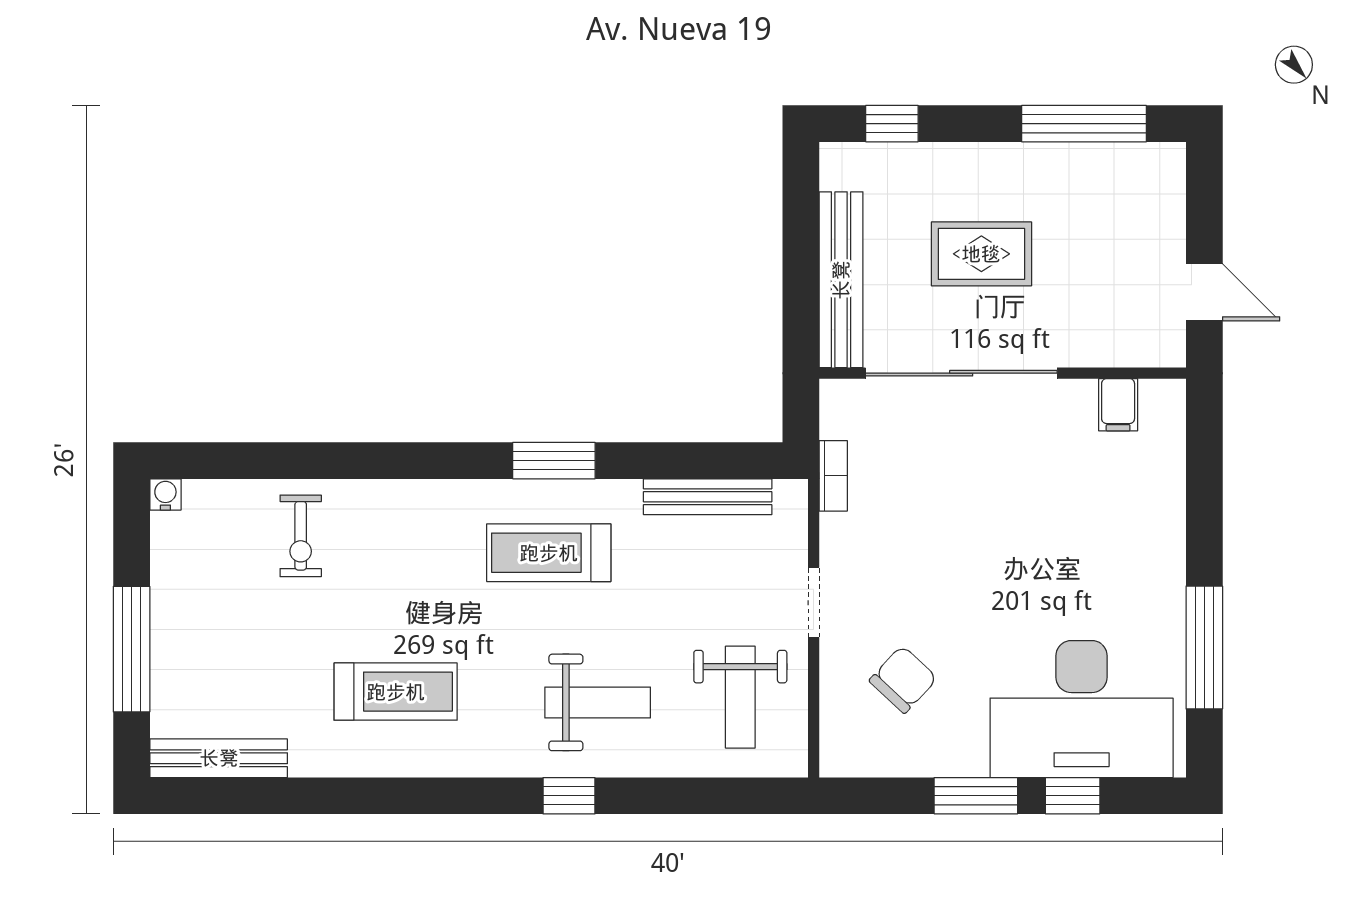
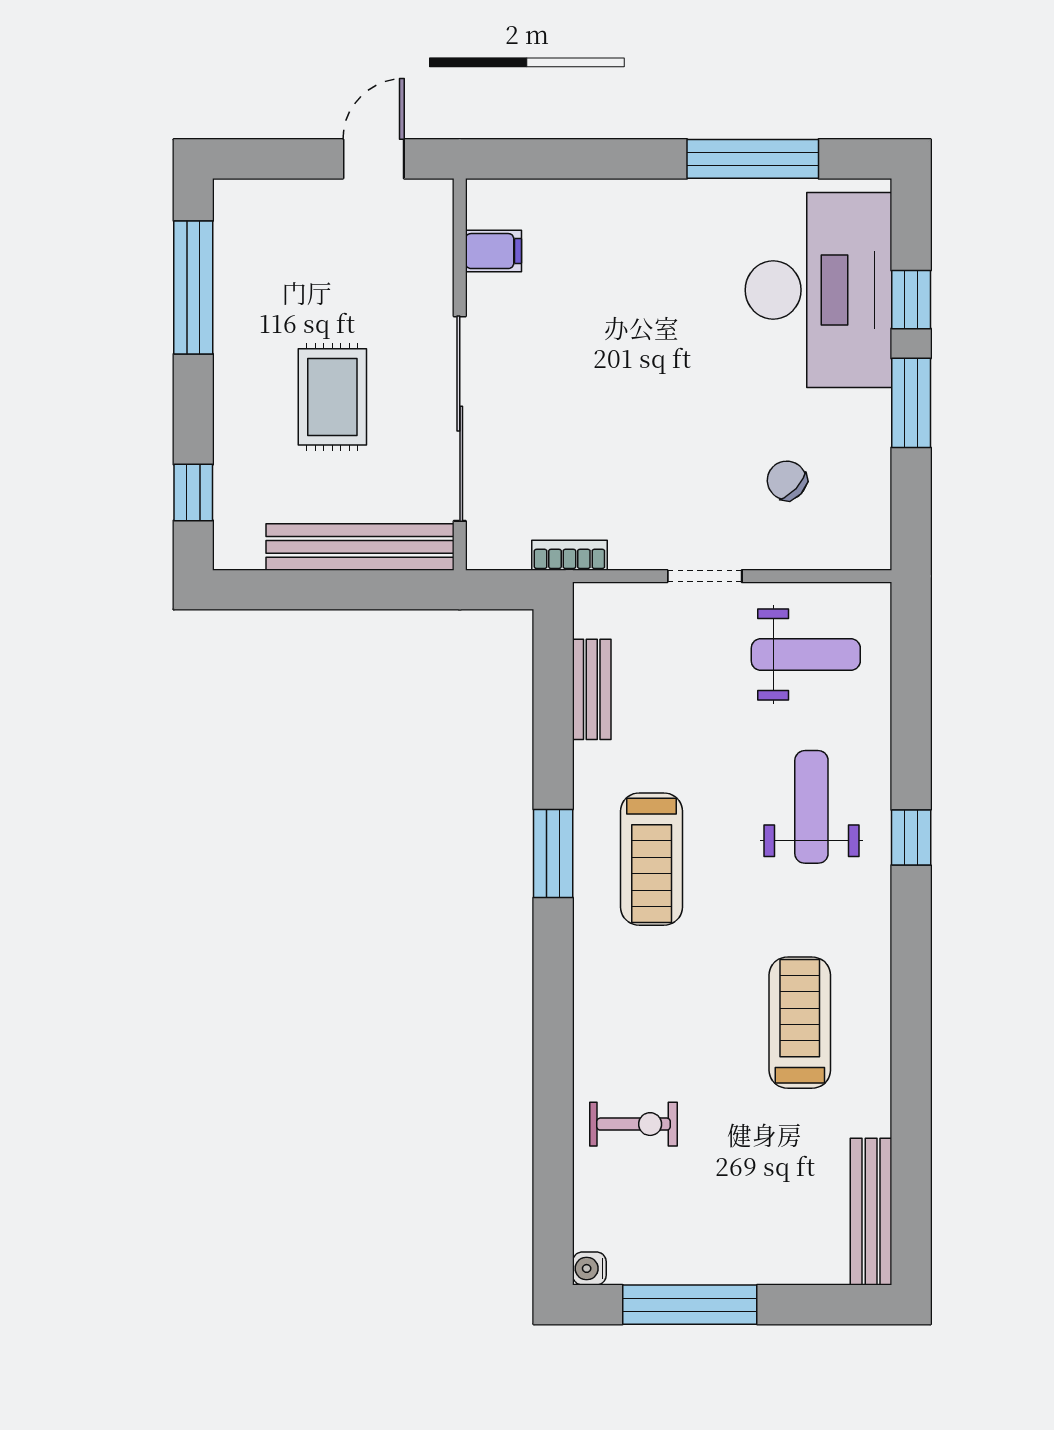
bench: (708, 497) -> (592, 689), width x0.73
window: (132, 649) -> (690, 1305), moved
chair: (903, 679) -> (787, 480), width x0.73, depth x0.73

